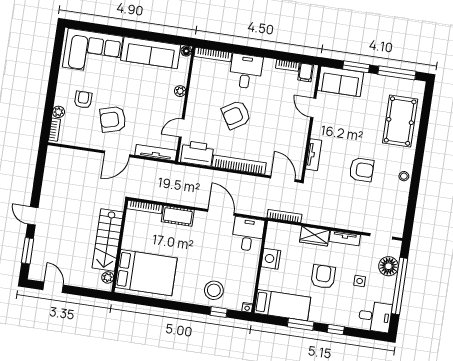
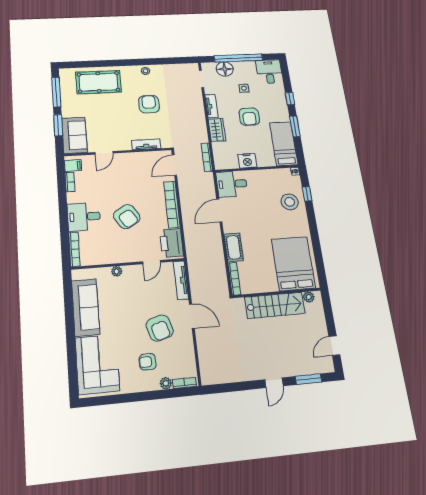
floor lamp: (186, 51) -> (76, 274), removed
door: (182, 128) -> (151, 262), hinge flipped
armchair: (323, 277) -> (249, 117), turned -90

